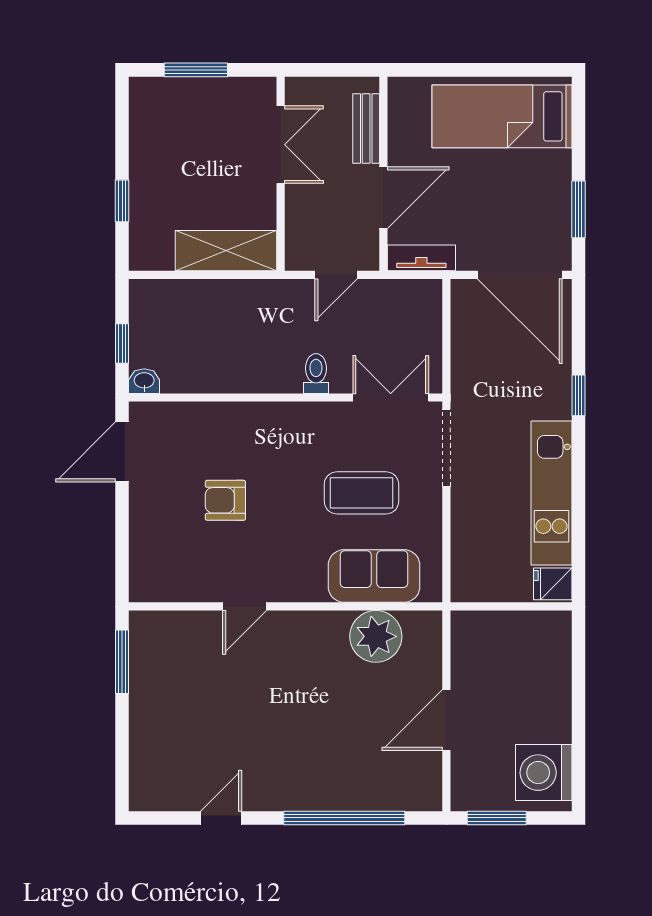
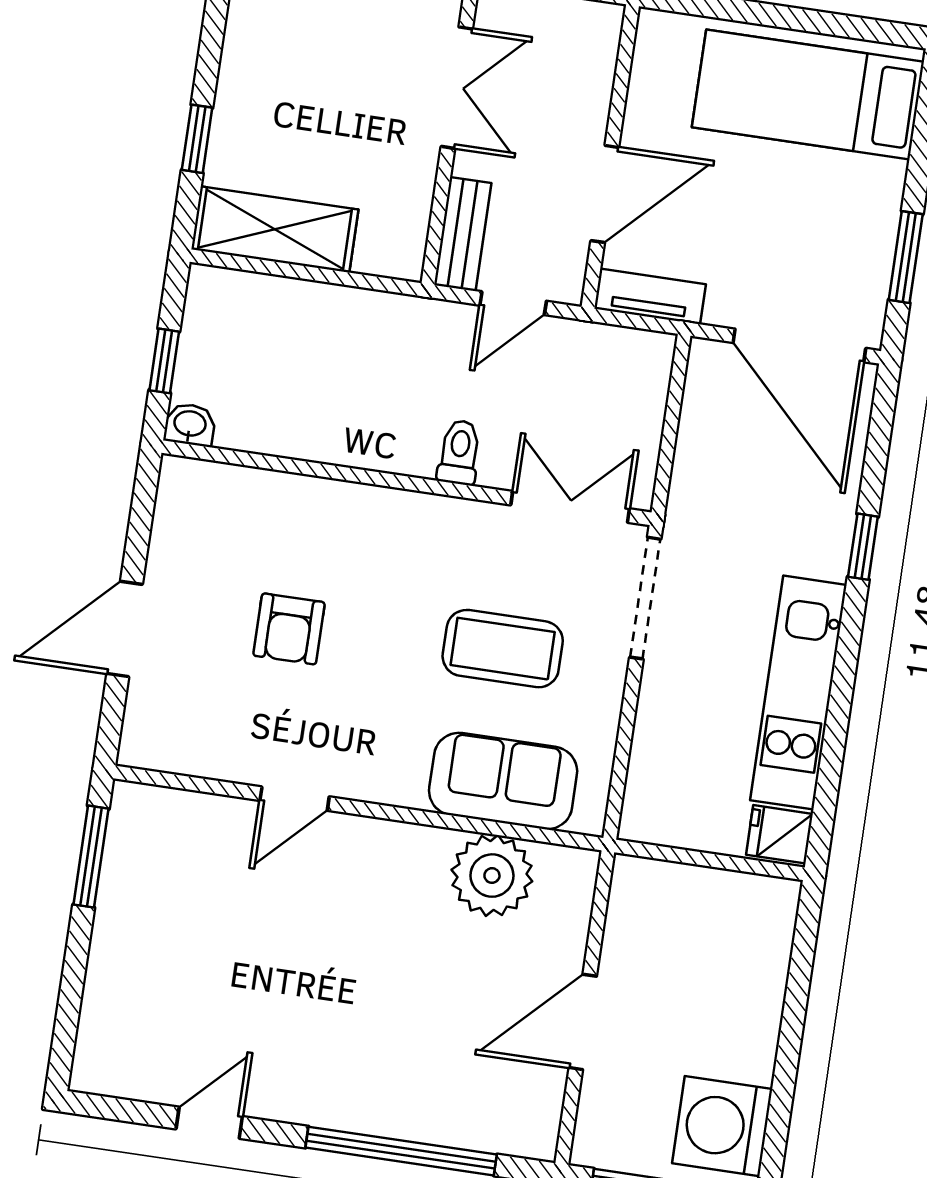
bench: (366, 129) -> (463, 234), moved
shelving: (226, 251) -> (275, 229), moved
door: (122, 452) -> (125, 629), moved
armchair: (225, 500) -> (289, 629), turned -90

